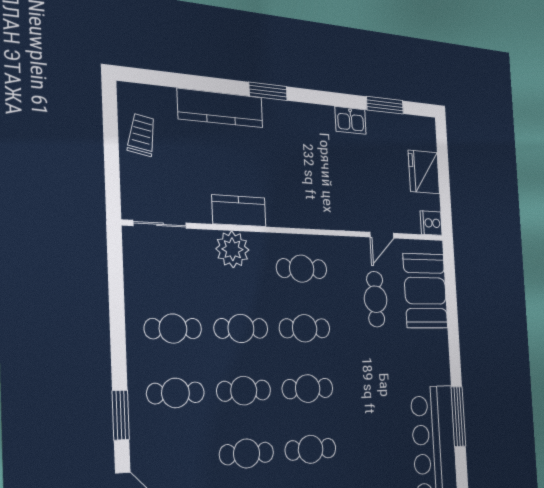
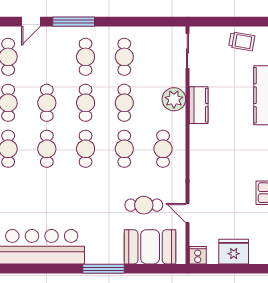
window: (121, 415) -> (74, 22), width x1.44
window: (458, 417) -> (104, 269), moved

